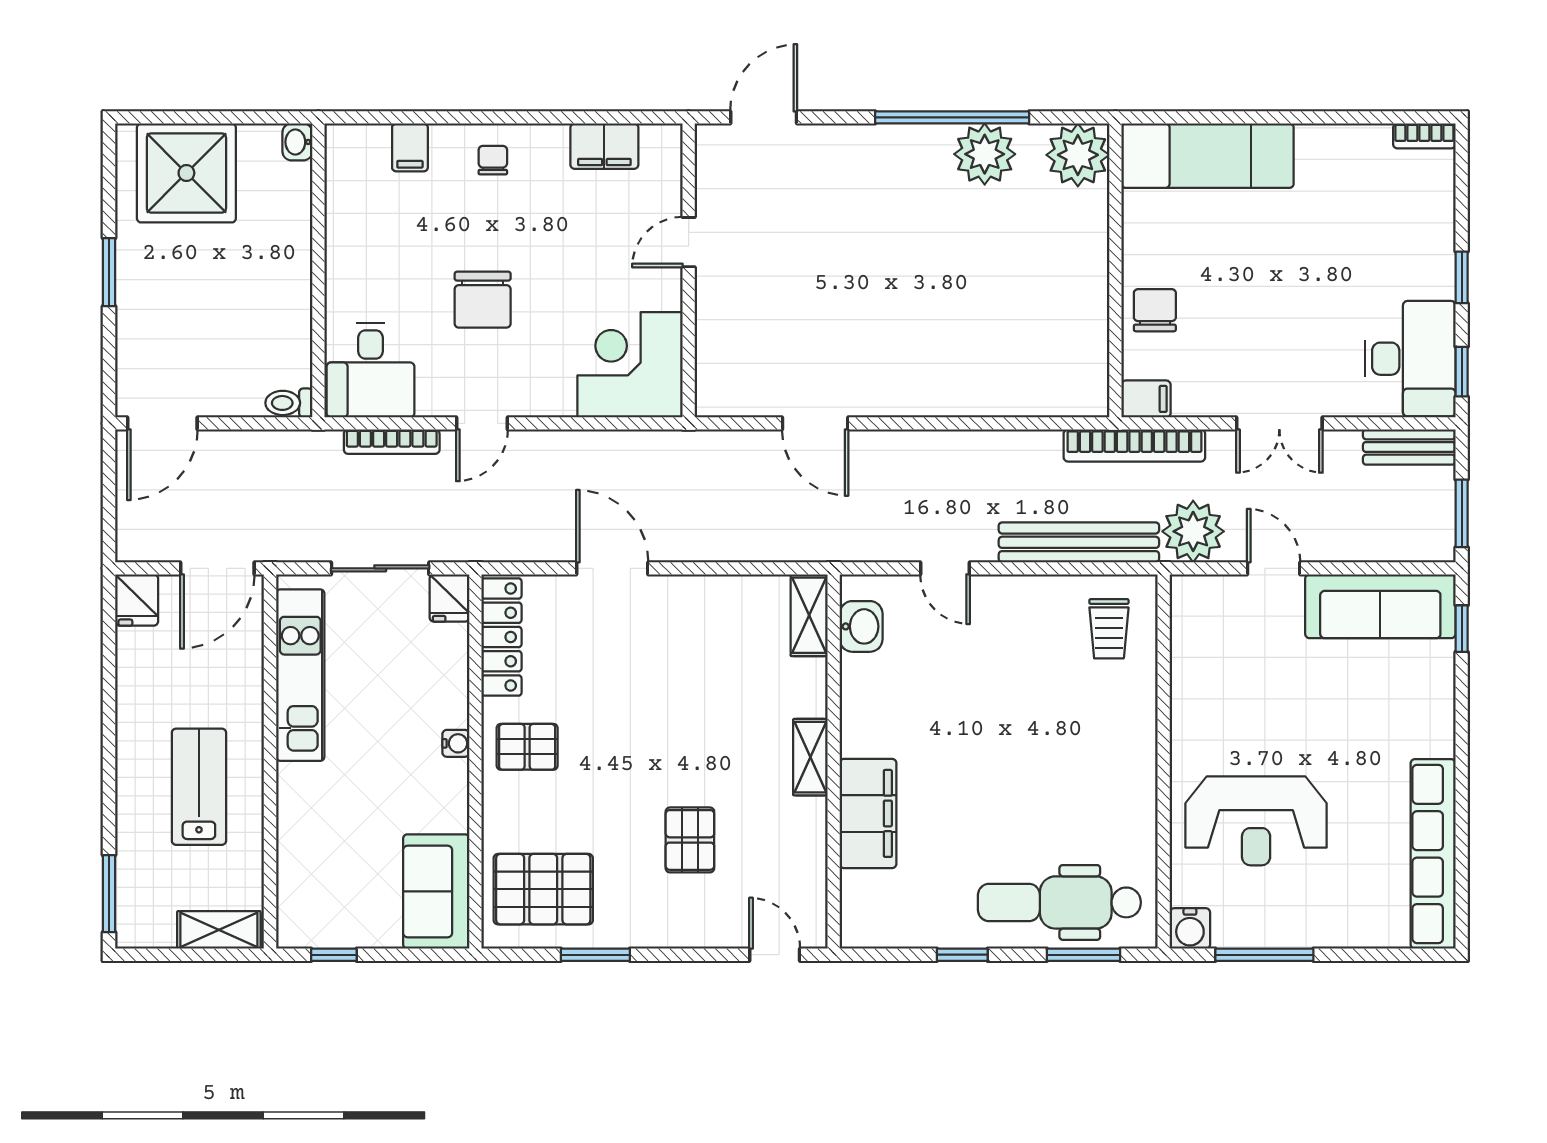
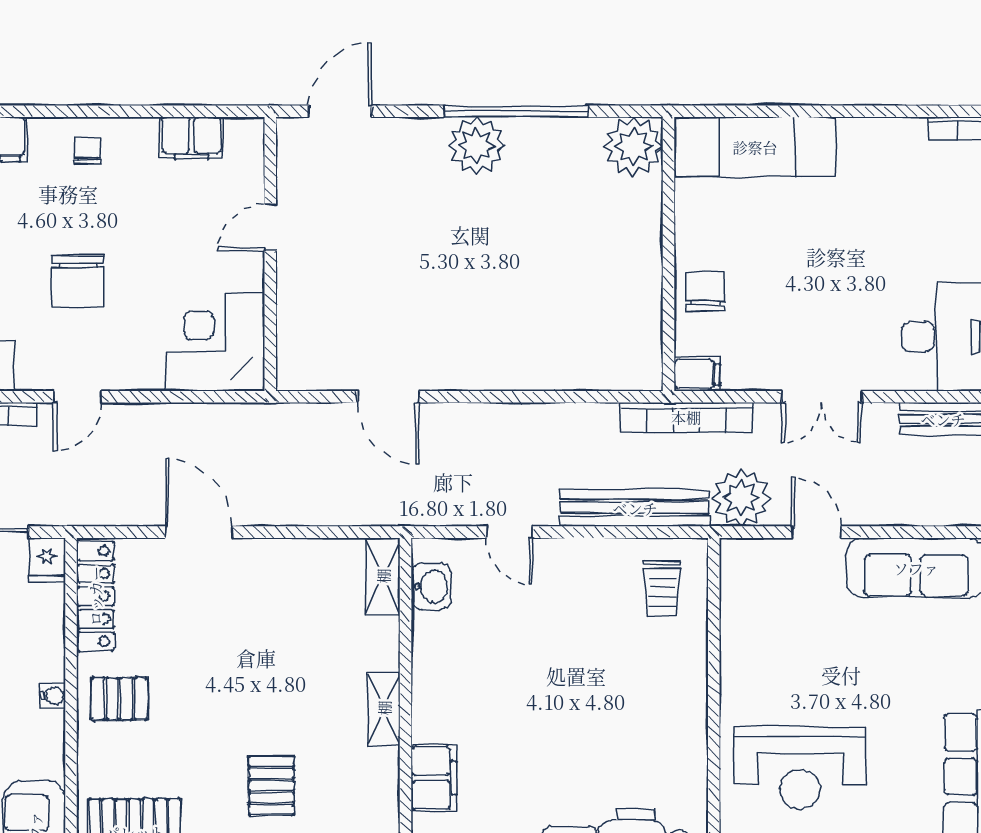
plant: (985, 154) -> (477, 145), moved
filing cabinet: (868, 813) -> (434, 778), width x0.67, depth x0.86

